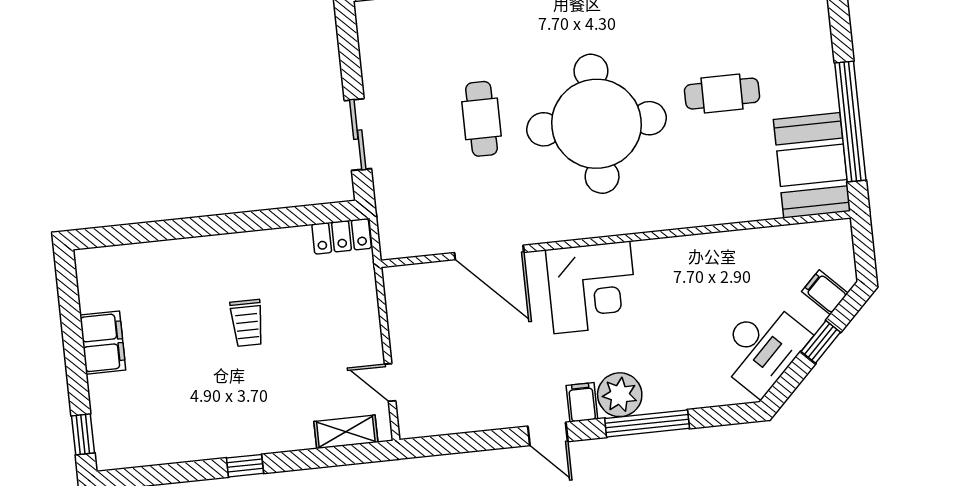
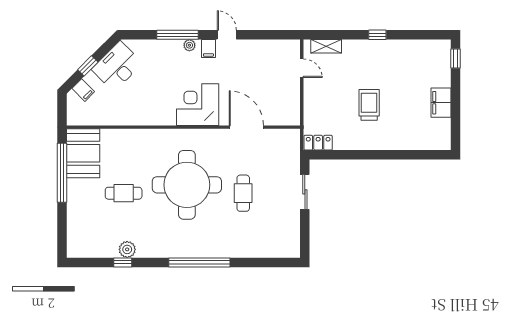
trolley: (247, 323) -> (369, 105), width x1.36, depth x1.39
plant: (620, 395) -> (189, 45), width x0.53, depth x0.53

